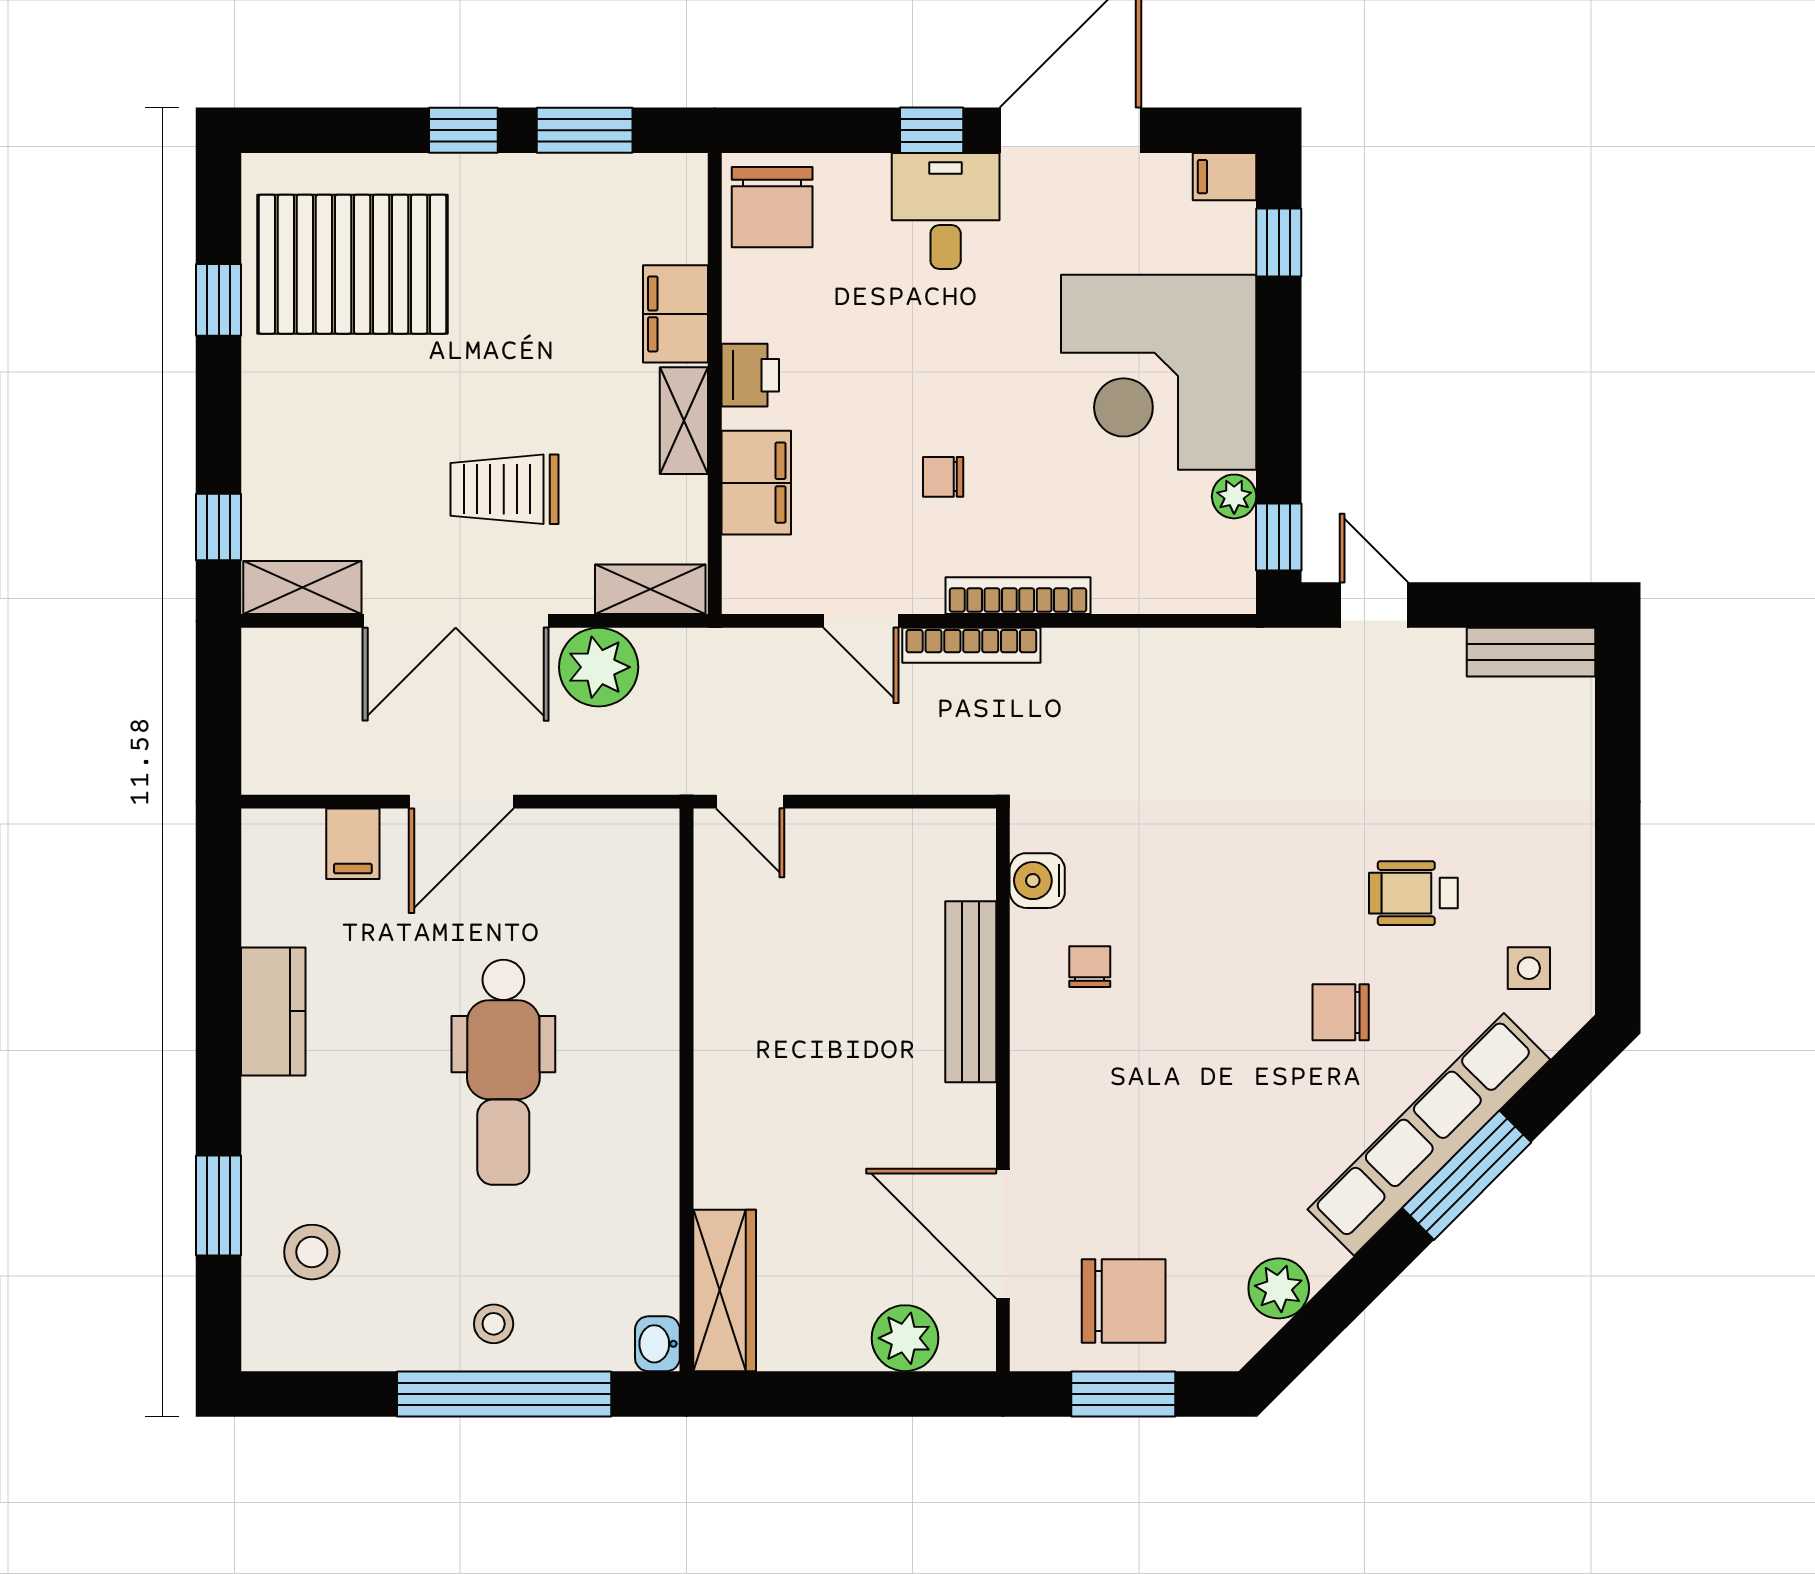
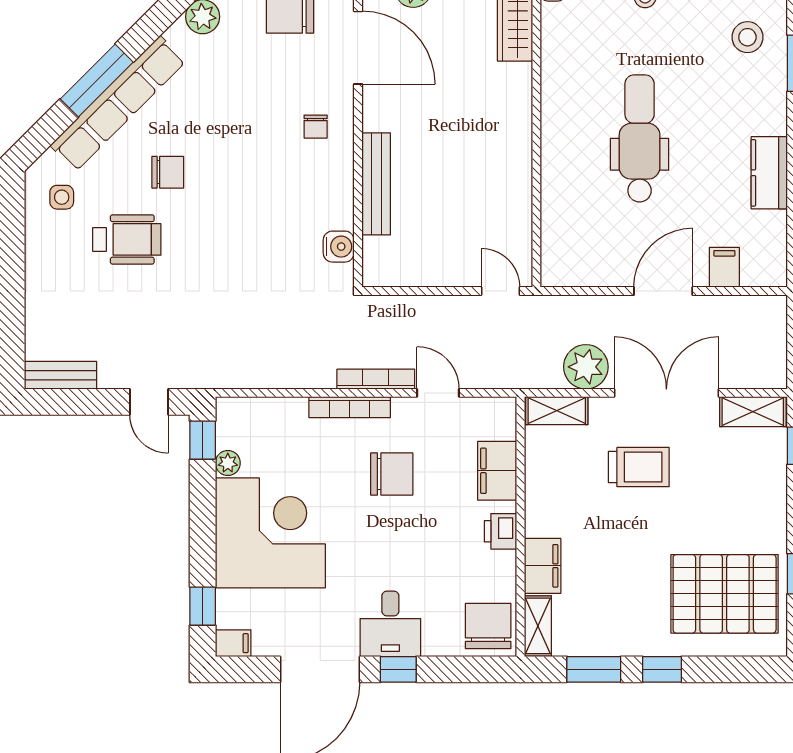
shelving: (684, 421) -> (538, 626), moved
chair: (943, 477) -> (392, 474), width x1.87, depth x1.87
wheelchair: (1413, 893) -> (127, 239), width x1.36, depth x1.37
chair: (1090, 967) -> (316, 127), moved

